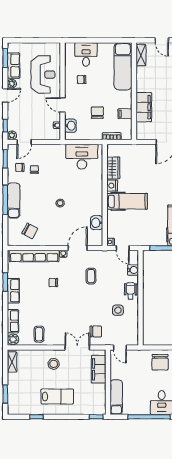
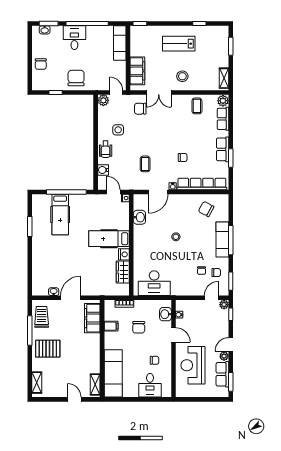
filing cabinet: (144, 107) -> (92, 318), moved
plant: (133, 340) -> (103, 100), added

